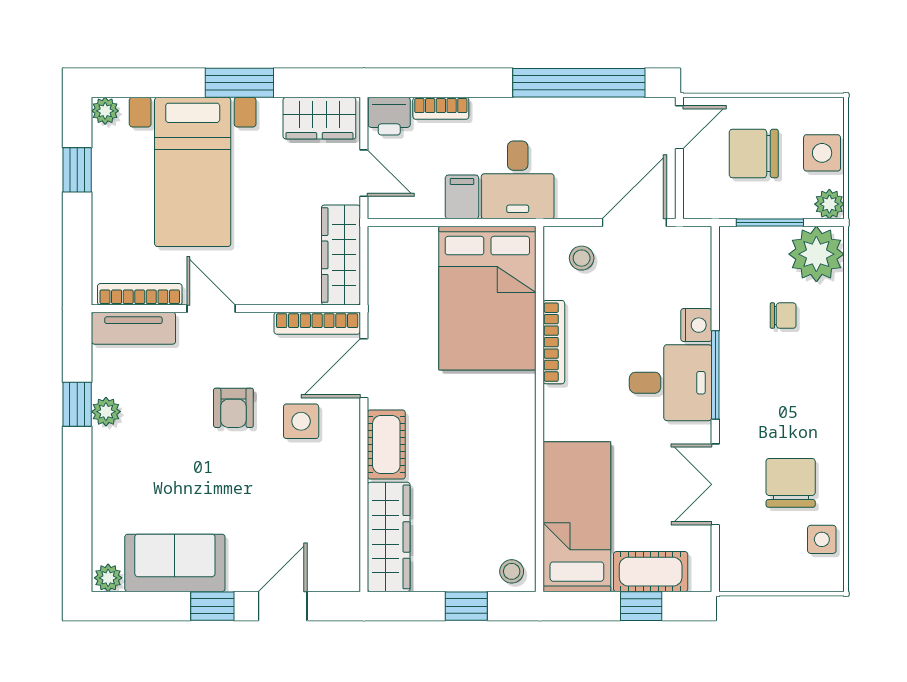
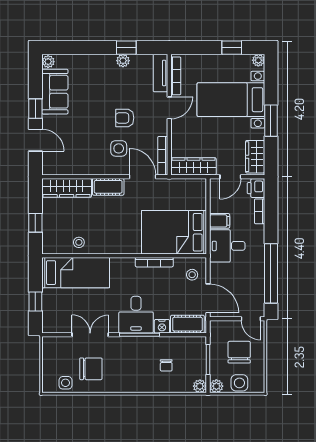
plant: (816, 254) -> (200, 386), width x0.53, depth x0.53
stool: (512, 571) -> (79, 242), moved
cot: (651, 572) -> (187, 324), moved, turned 90

